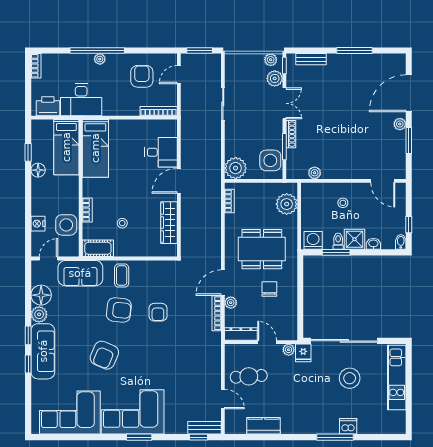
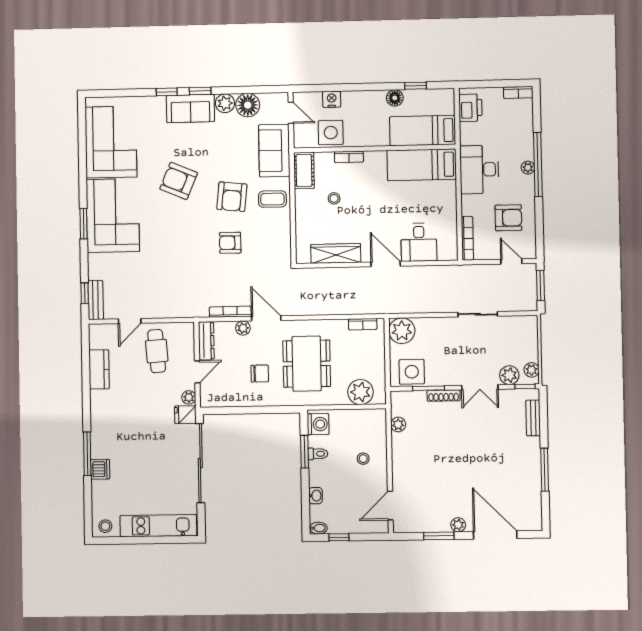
desk: (81, 100) -> (479, 170), moved
shower: (355, 239) -> (320, 473), removed
sofa: (43, 351) -> (190, 108), width x0.73
stool: (350, 378) -> (105, 526), moved, width x0.53, depth x0.53

